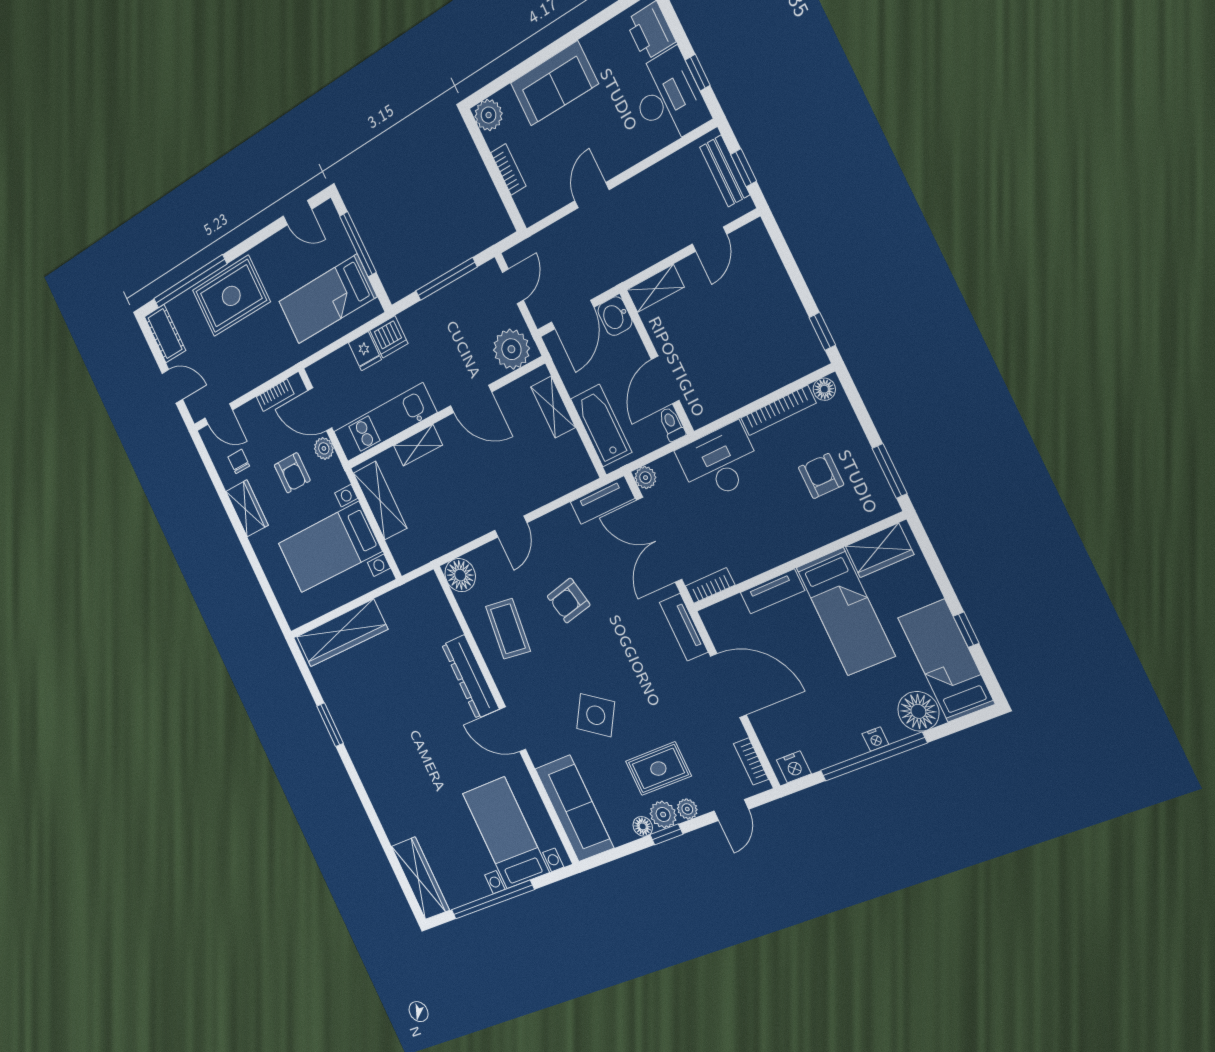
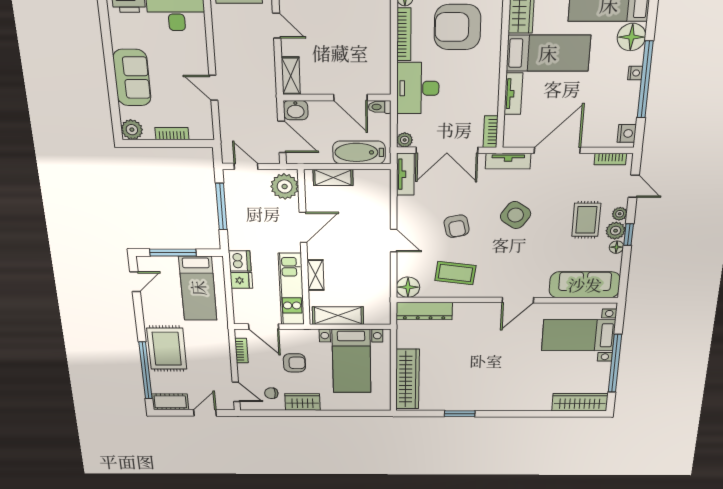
door: (320, 409) -> (264, 327), hinge flipped
door: (219, 414) -> (236, 392), hinge flipped
plant: (324, 448) -> (289, 336), removed
armchair: (821, 476) -> (457, 27), width x1.88, depth x1.88
dresser: (470, 677) -> (424, 311), moved
side table: (596, 715) -> (516, 215), moved

